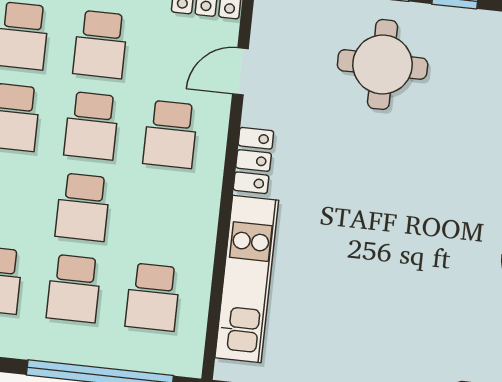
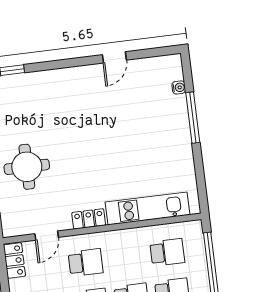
door: (240, 71) -> (47, 236), hinge flipped

